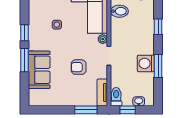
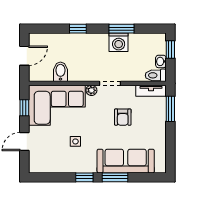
sofa: (39, 70) -> (126, 161), width x1.36
washbasin: (139, 101) -> (161, 61), moved
window: (128, 110) -> (170, 49), moved

